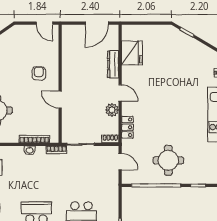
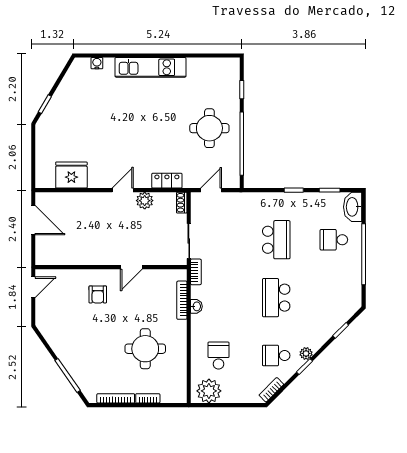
dresser: (113, 64) -> (86, 199), removed
armchair: (39, 73) -> (98, 294), turned -90

